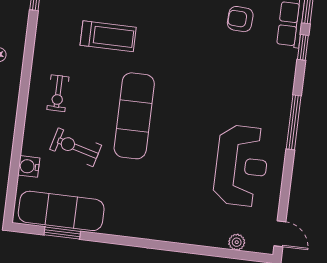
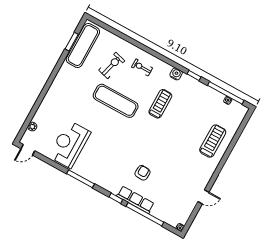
treadmill: (108, 36) -> (160, 104), turned 180
water cooler: (29, 166) -> (176, 74), moved
reception desk: (241, 166) -> (69, 144), turned 90

